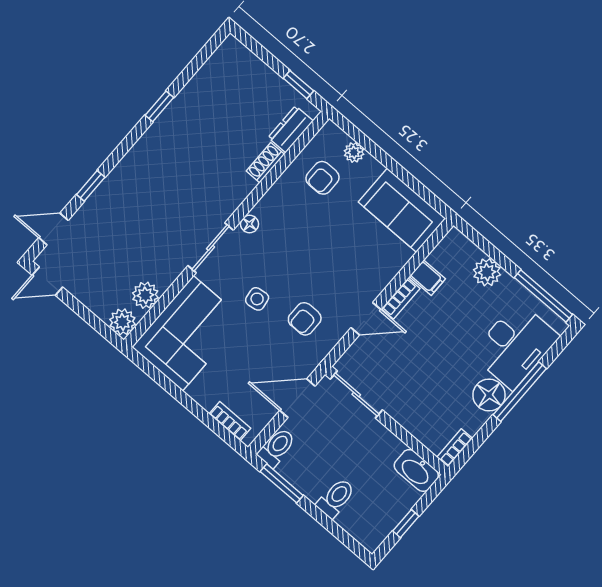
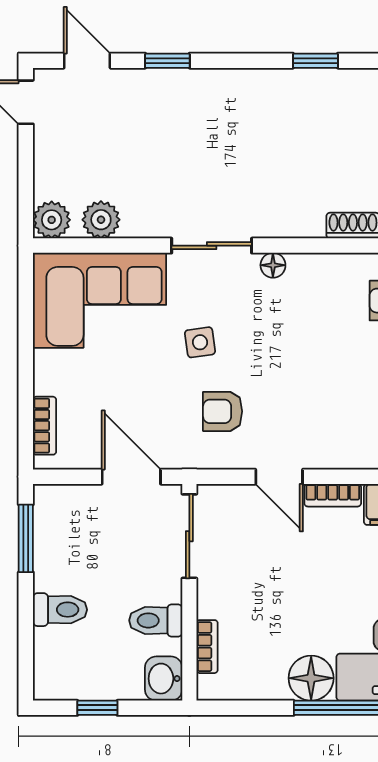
toilet: (277, 447) -> (156, 620), moved, turned 180
bookcase: (455, 448) -> (207, 647), moved, turned 90
washbasin: (416, 470) -> (164, 679), width x0.72

